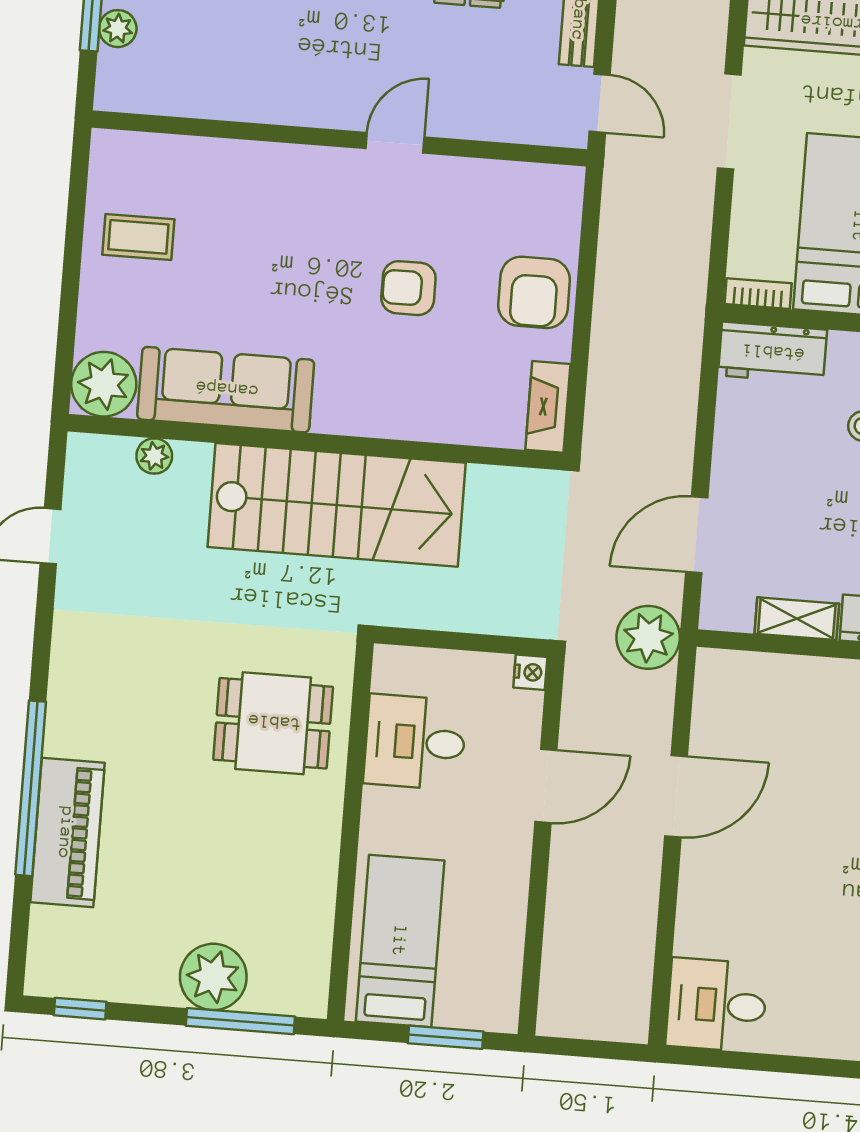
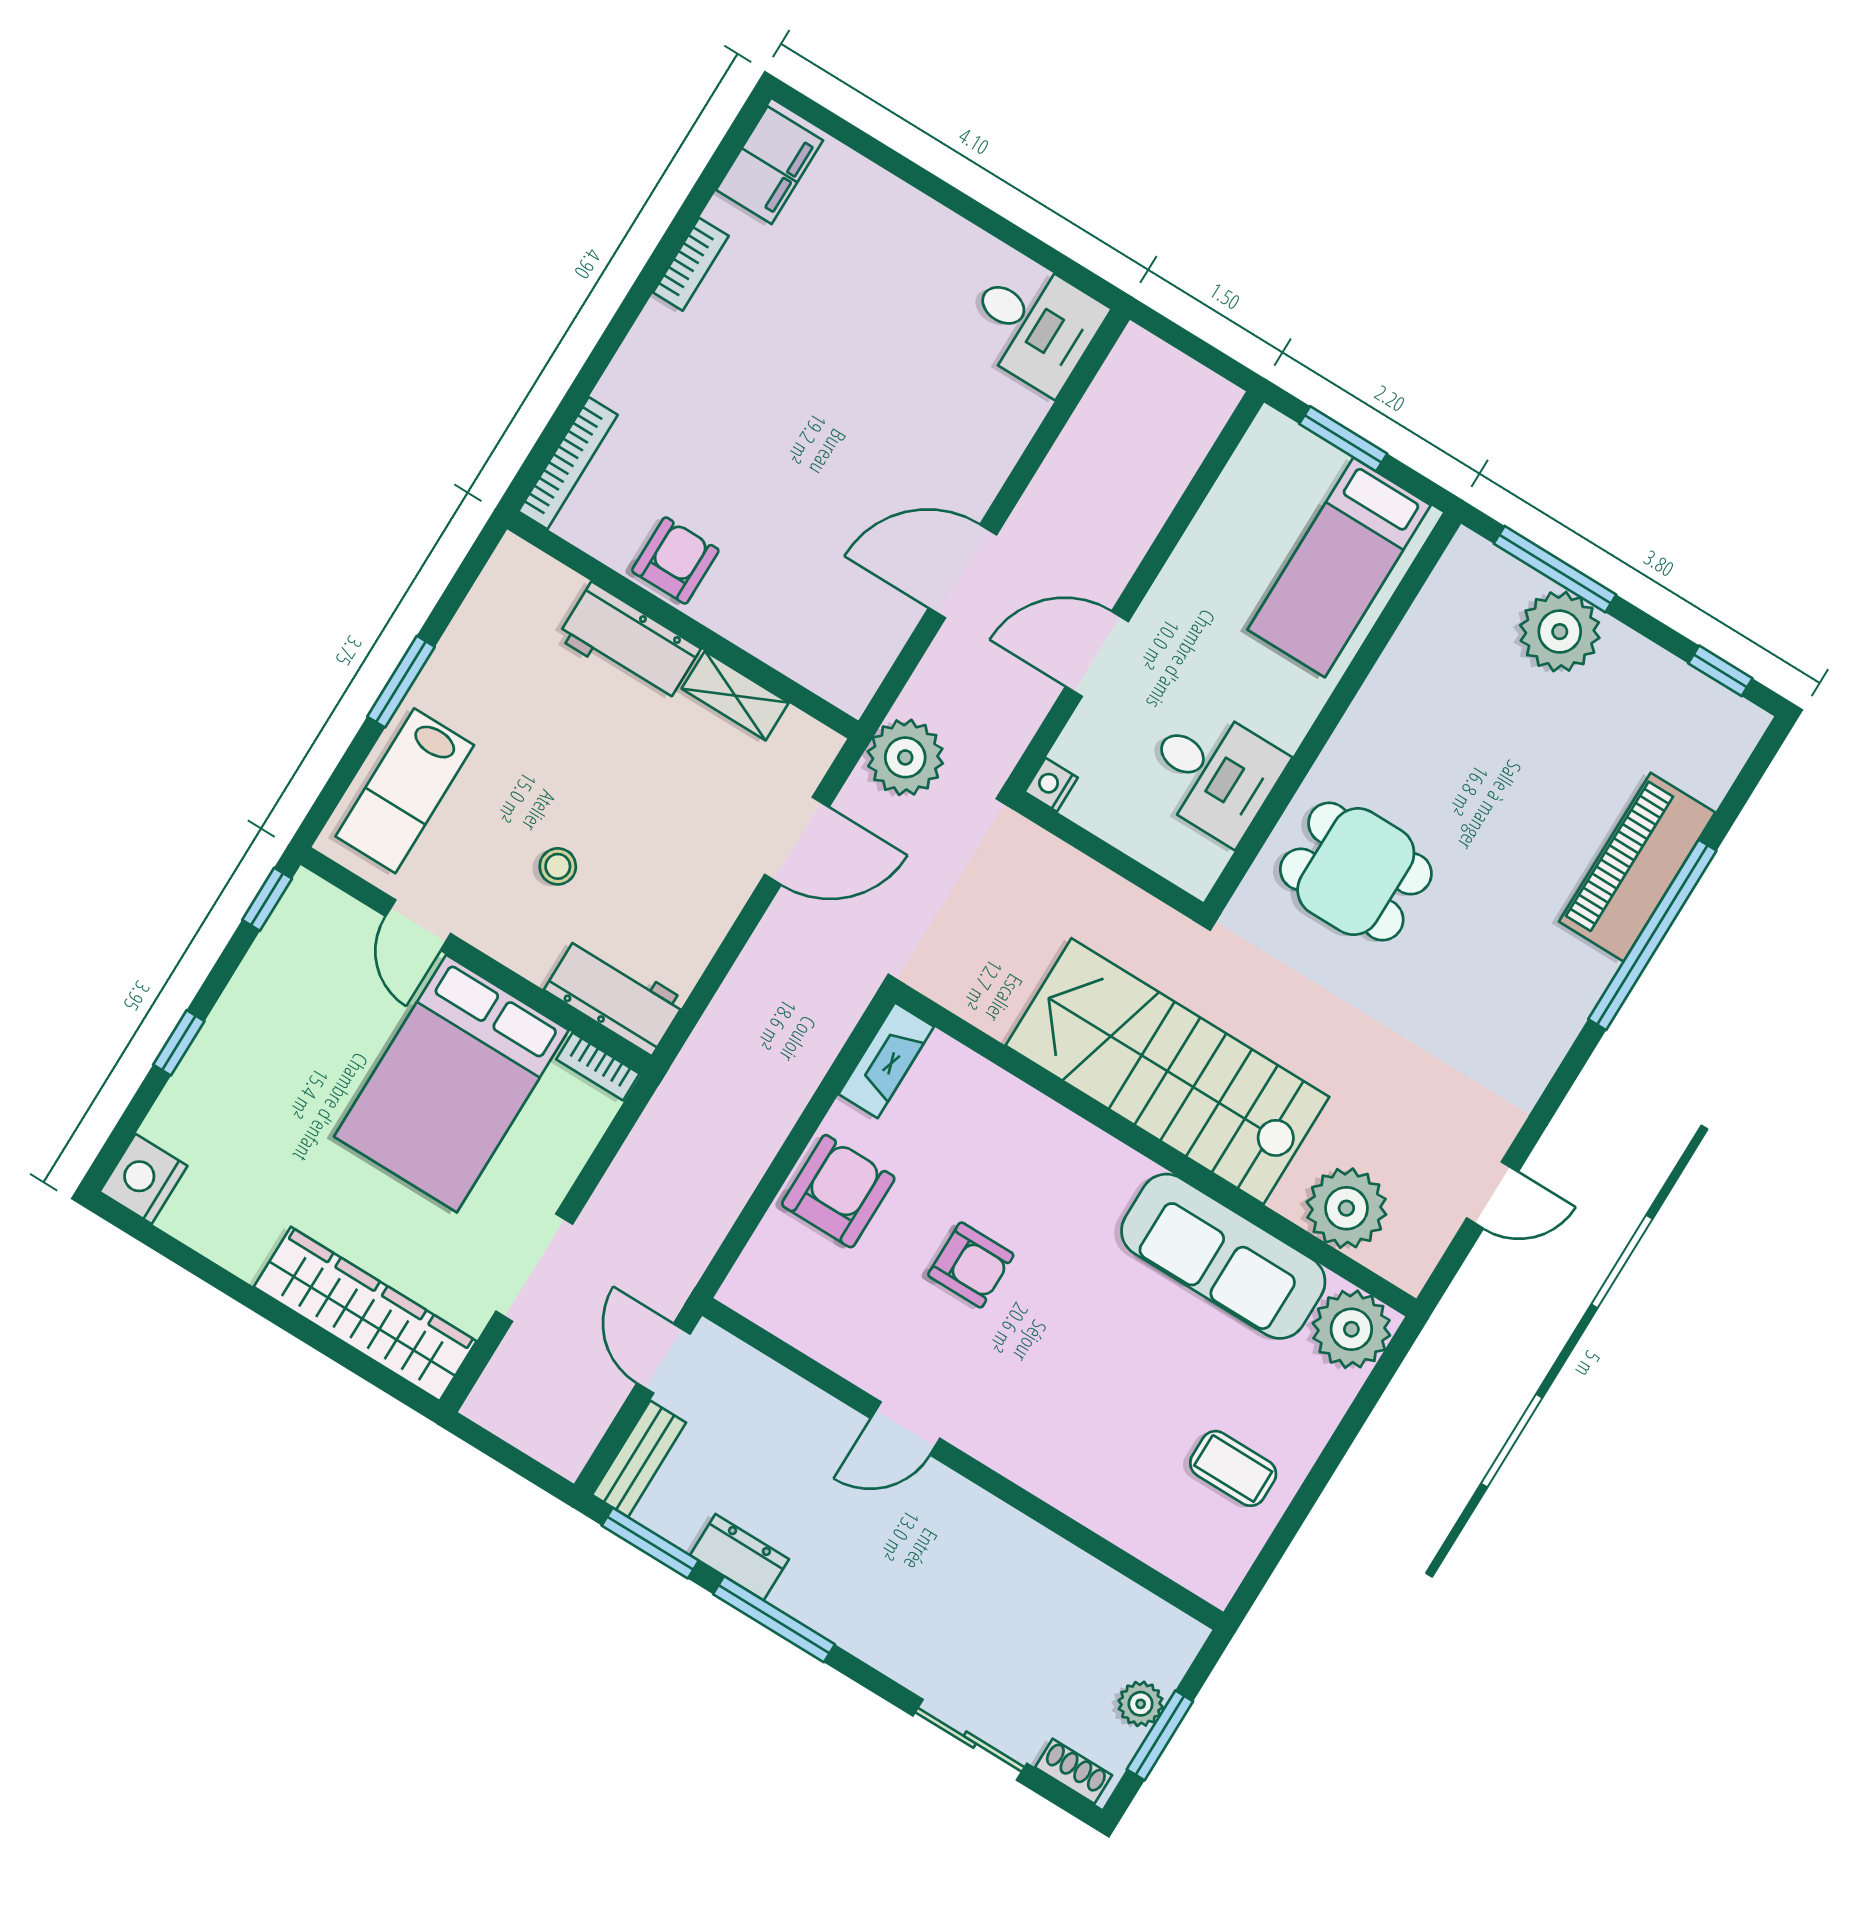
plant: (154, 456) -> (1346, 1208), width x1.87, depth x1.87

